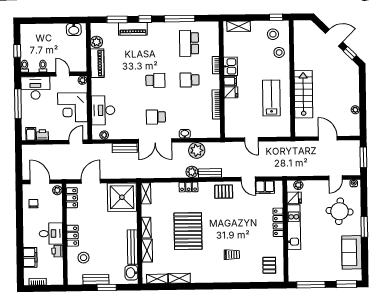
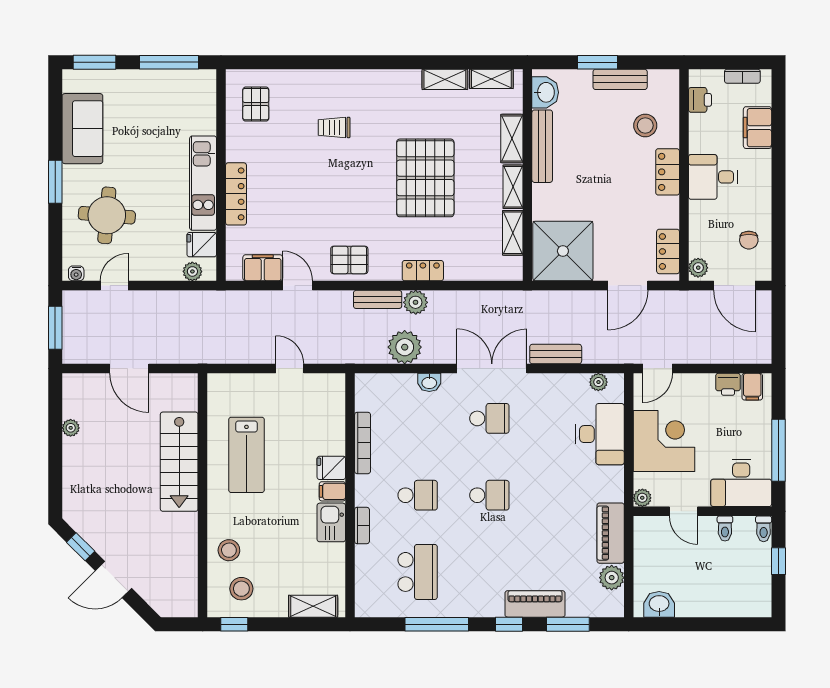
school desk: (155, 80) -> (489, 495), turned 180
shelving: (146, 193) -> (513, 233), moved
printer: (57, 251) -> (700, 100), moved

